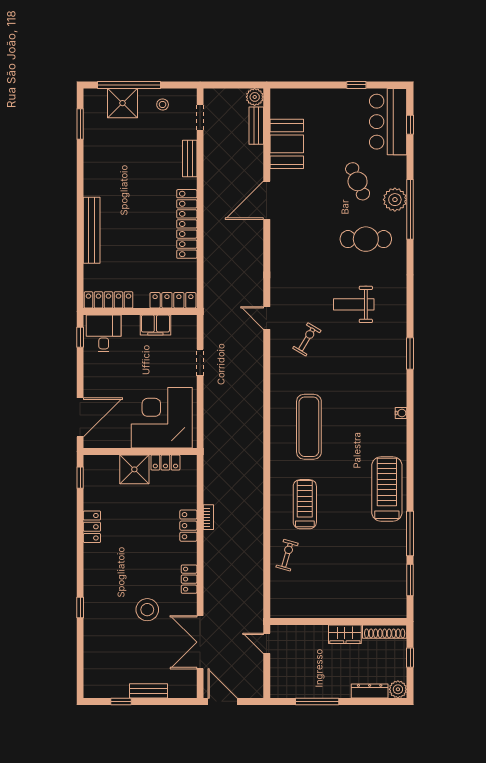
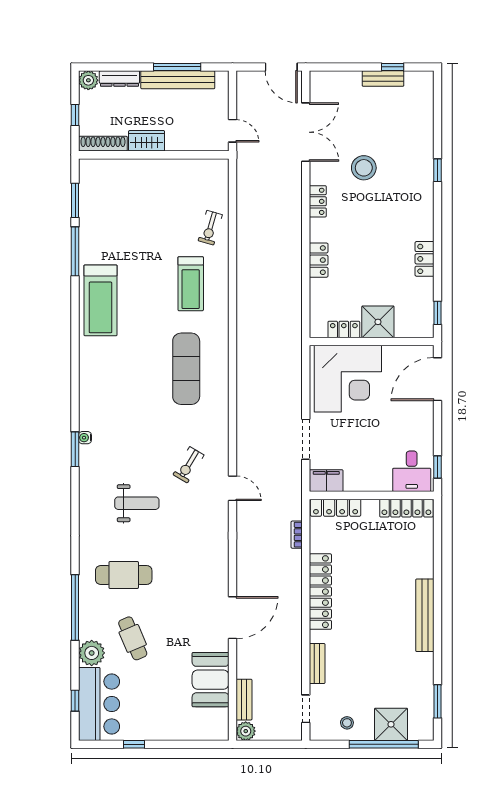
plant: (395, 200) -> (92, 653), moved
bench: (92, 230) -> (425, 615), moved
filing cabinet: (155, 325) -> (326, 481), moved
doorway: (200, 363) -> (306, 439), width x1.38
water cooler: (401, 413) -> (85, 438), moved
bookcase: (208, 517) -> (297, 535), moved
bench: (317, 690) -> (178, 80), added
bench: (148, 691) -> (383, 79), moved

